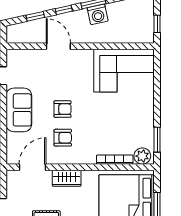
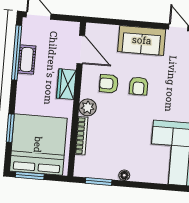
floor lamp: (149, 116) -> (124, 175), added
armchair: (63, 138) -> (109, 84), turned 90
plant: (142, 156) -> (88, 107), moved

